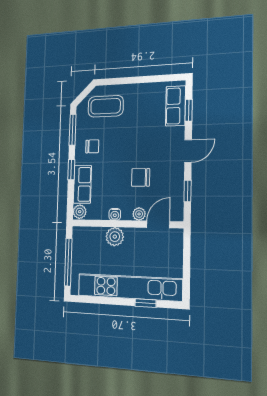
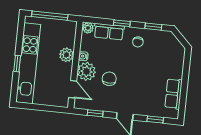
coffee table: (106, 106) -> (168, 55), removed
row of seats: (176, 106) -> (174, 94), moved, turned -90
window: (73, 130) -> (153, 27), width x0.67
plant: (139, 214) -> (87, 71), width x1.88, depth x1.88
window: (146, 303) -> (17, 64), moved

